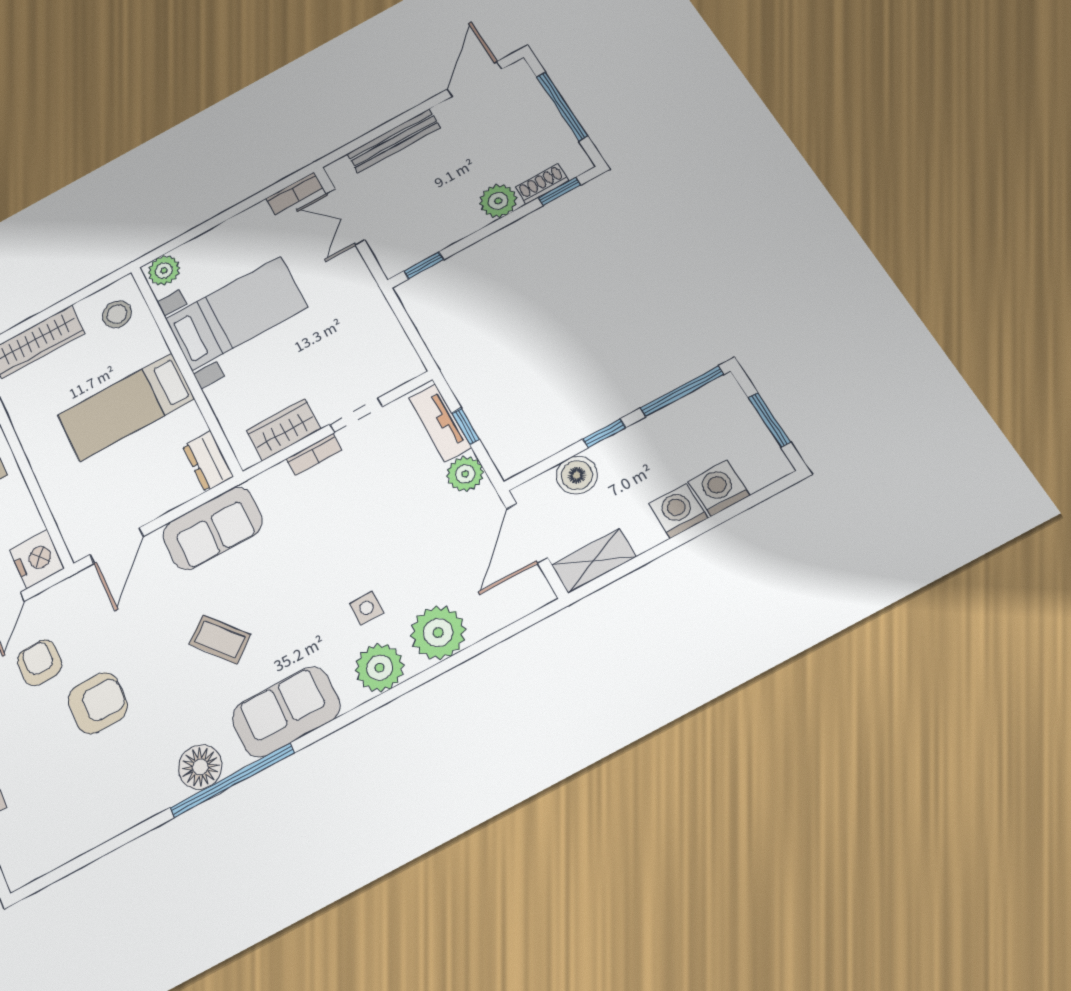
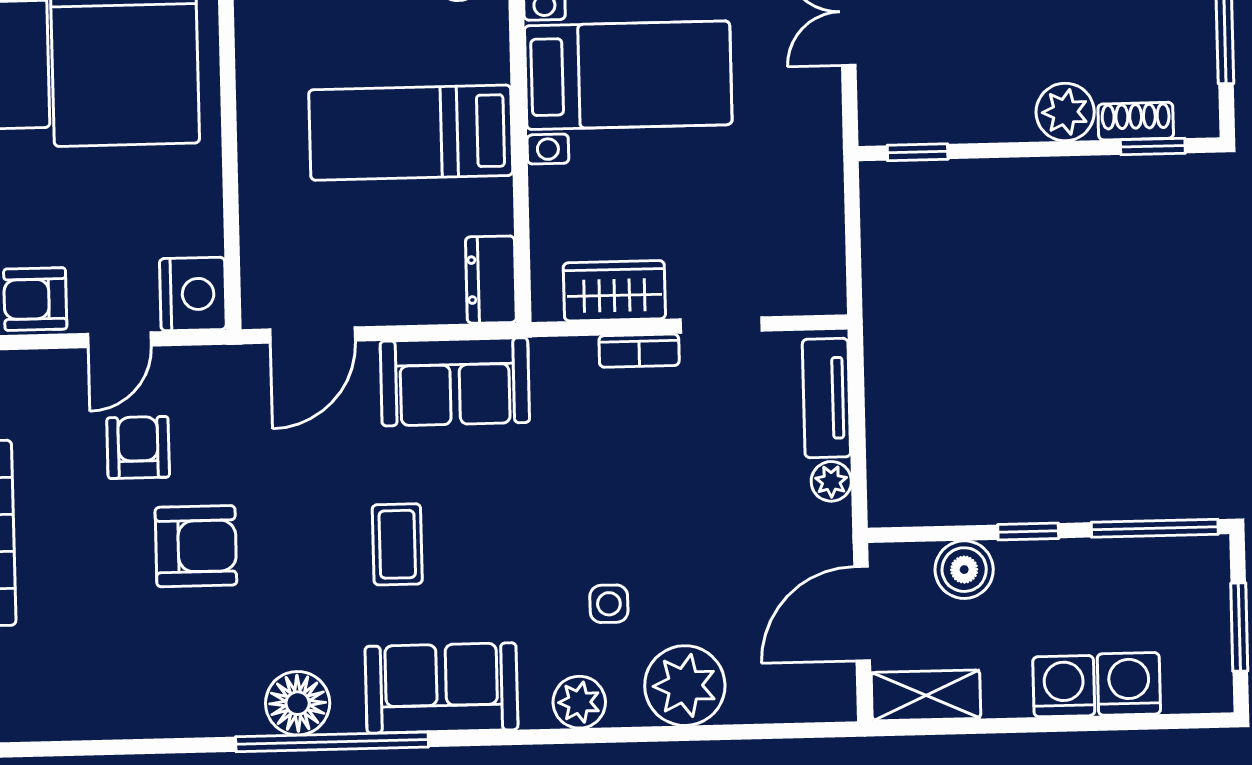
window: (466, 426) -> (857, 422), removed
plant: (465, 474) -> (831, 481), width x0.73, depth x0.73
coffee table: (220, 639) -> (397, 544), turned 39
plant: (379, 668) -> (579, 702), width x0.73, depth x0.73

